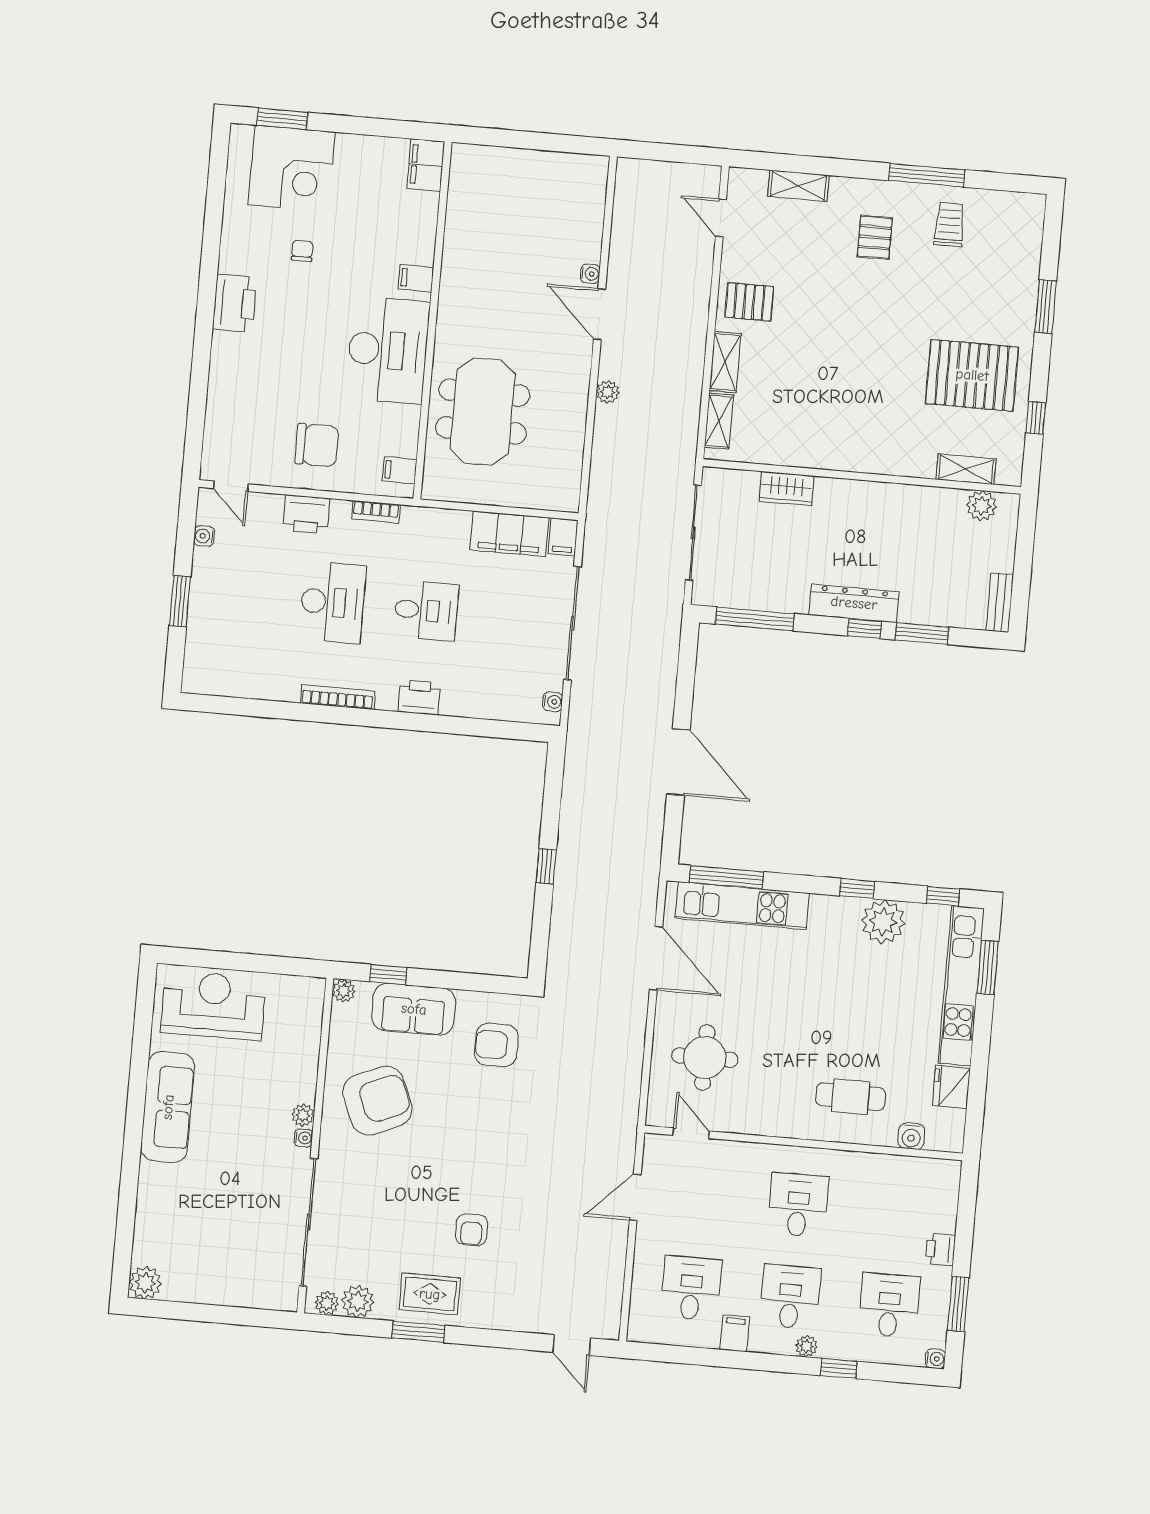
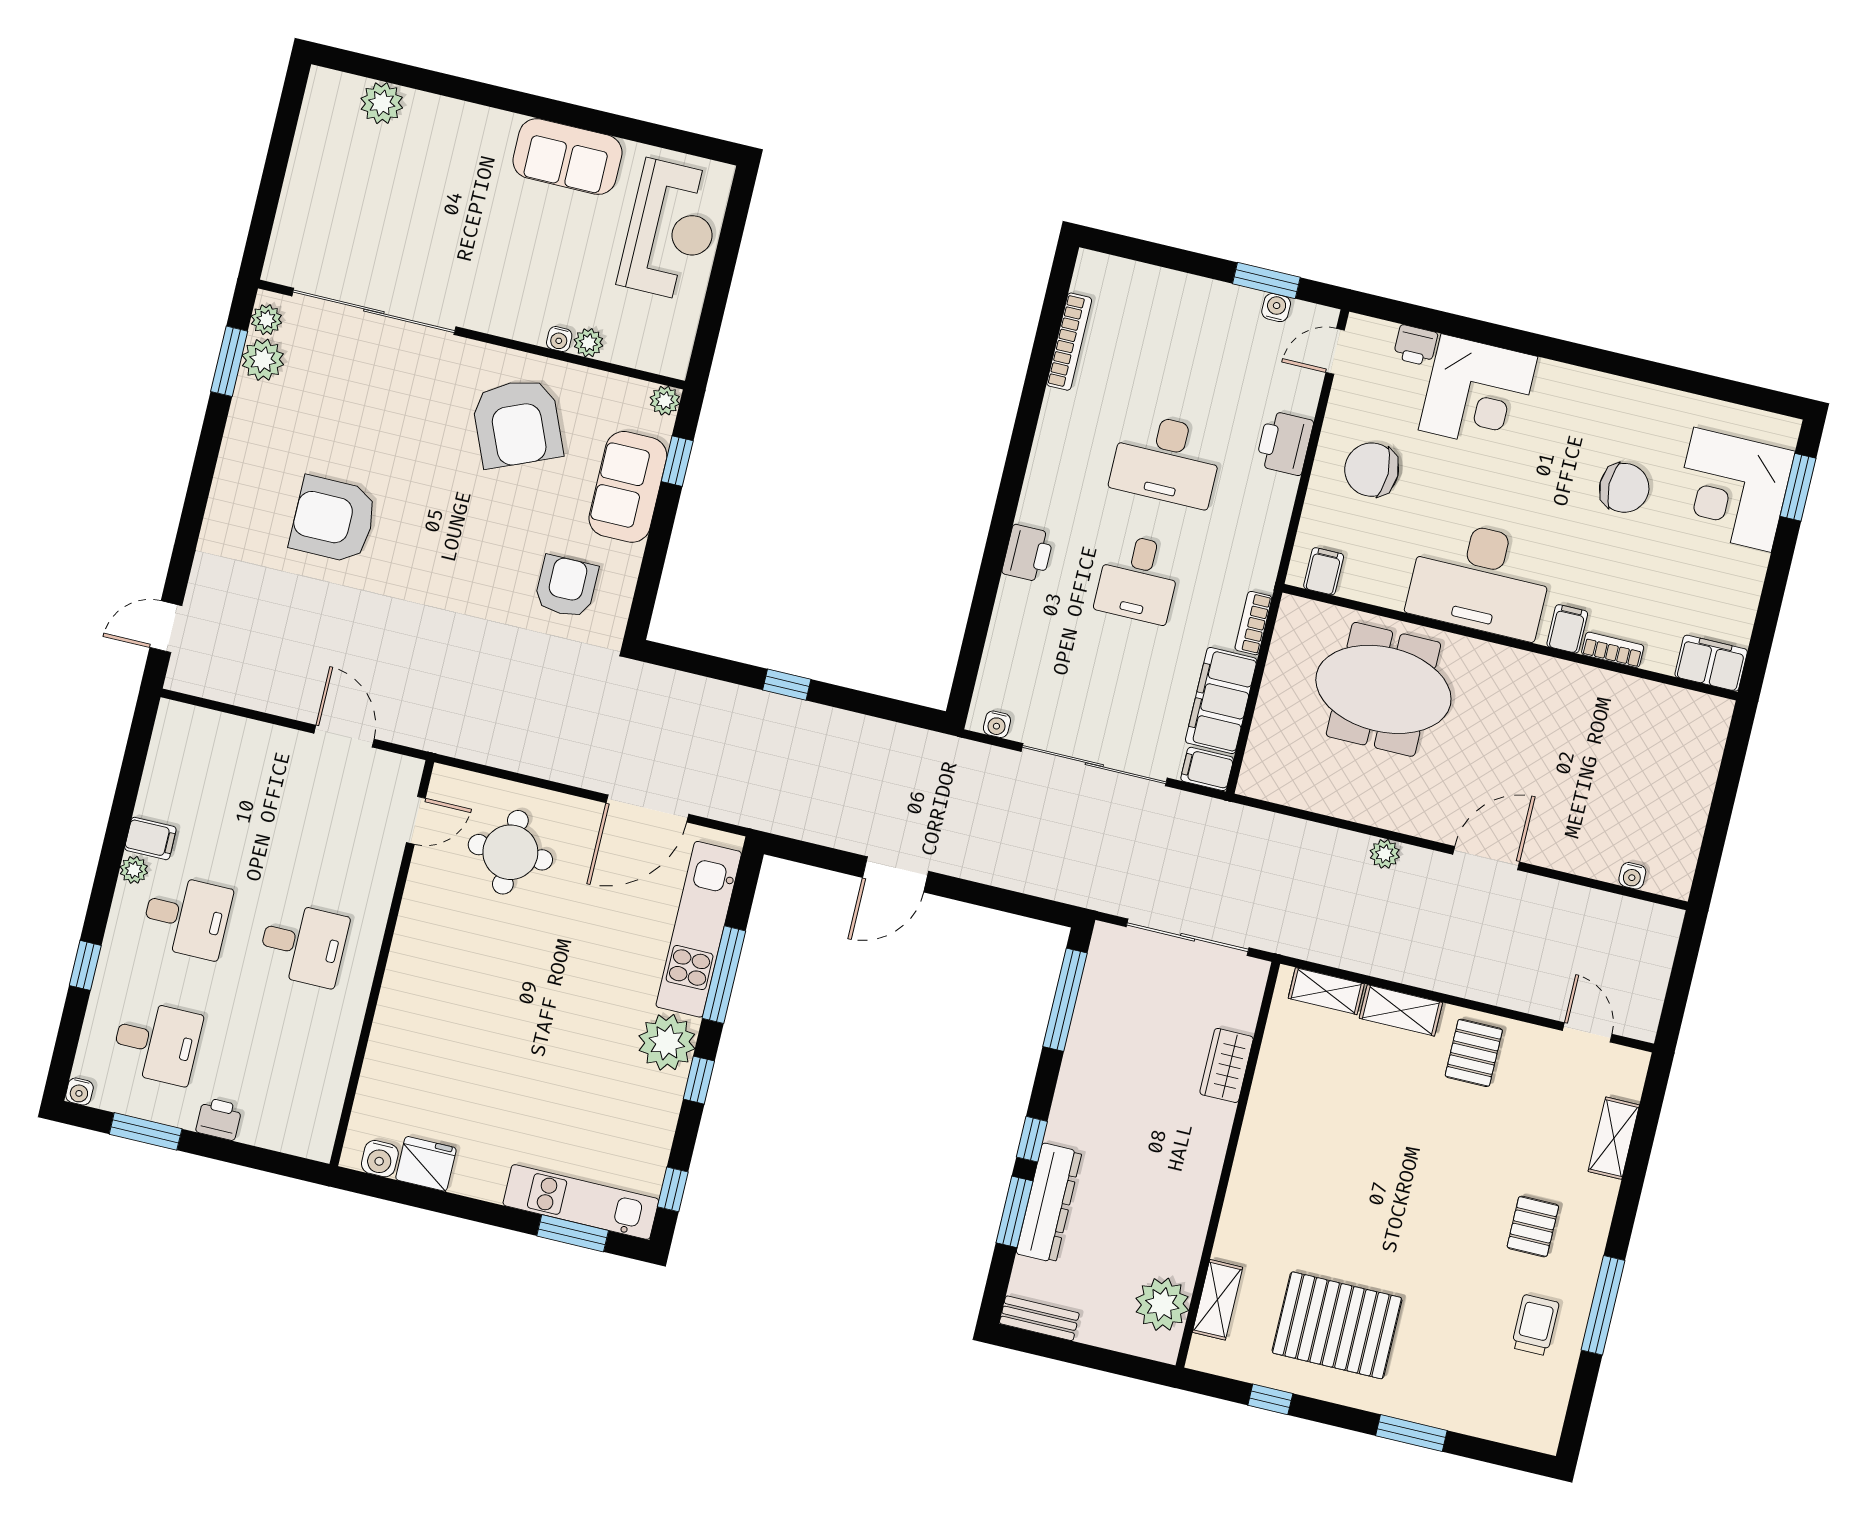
door: (721, 218) -> (1587, 1032), hinge flipped
trolley: (949, 224) -> (1535, 1325), turned -90
pallet: (875, 237) -> (1533, 1226), turned 90
bookcase: (427, 241) -> (1613, 650), added
chair: (302, 251) -> (1624, 488), width x1.87, depth x1.87
water cooler: (590, 274) -> (1632, 876), moved
printer: (235, 303) -> (1415, 345), moved, width x0.53, depth x0.68
corner desk: (247, 373) -> (1478, 393), added
pallet: (972, 375) -> (1337, 1325), turned 90
chair: (317, 445) -> (1372, 470), turned 90
plant: (982, 506) -> (1162, 1304), width x1.36, depth x1.36
bookcase: (376, 512) -> (1253, 623), moved
window: (180, 601) -> (1266, 281), moved
dresser: (854, 603) -> (1049, 1203), moved
bookcase: (338, 697) -> (1069, 342), moved
door: (678, 762) -> (896, 874), width x0.73
window: (726, 877) -> (724, 975), moved
plant: (883, 922) -> (667, 1042), moved
kitchen unit: (961, 986) -> (581, 1202), width x0.73
cafe table: (851, 1097) -> (432, 1032), removed
sofa: (168, 1107) -> (567, 157), width x0.73
plant: (303, 1115) -> (588, 343), moved
water cooler: (911, 1136) -> (380, 1159), moved, turned -90
water cooler: (303, 1138) -> (559, 339), moved
armchair: (471, 1230) -> (333, 520), width x1.88, depth x1.88
plant: (145, 1283) -> (382, 103), moved
desk: (691, 1288) -> (217, 791), removed
rug: (430, 1294) -> (259, 454), removed
window: (418, 1332) -> (229, 361), moved
plant: (807, 1346) -> (134, 870), moved

